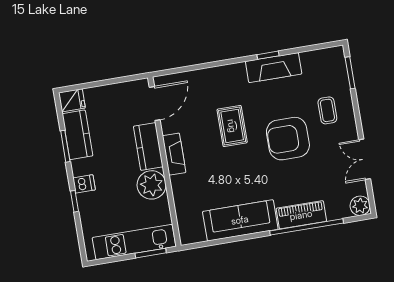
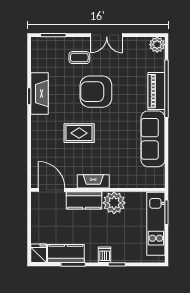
armchair: (288, 139) -> (96, 92), turned 90
double door: (365, 159) -> (107, 35), moved

